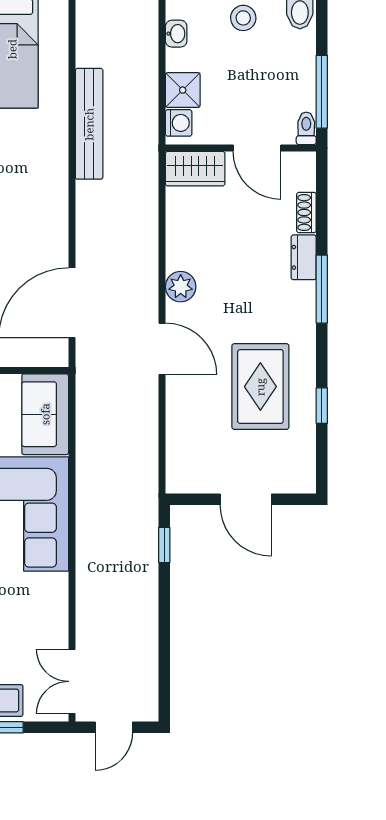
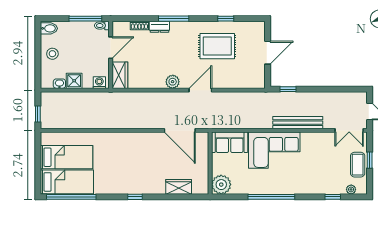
shower: (183, 90) -> (74, 81), moved
bench: (89, 124) -> (298, 123), moved

